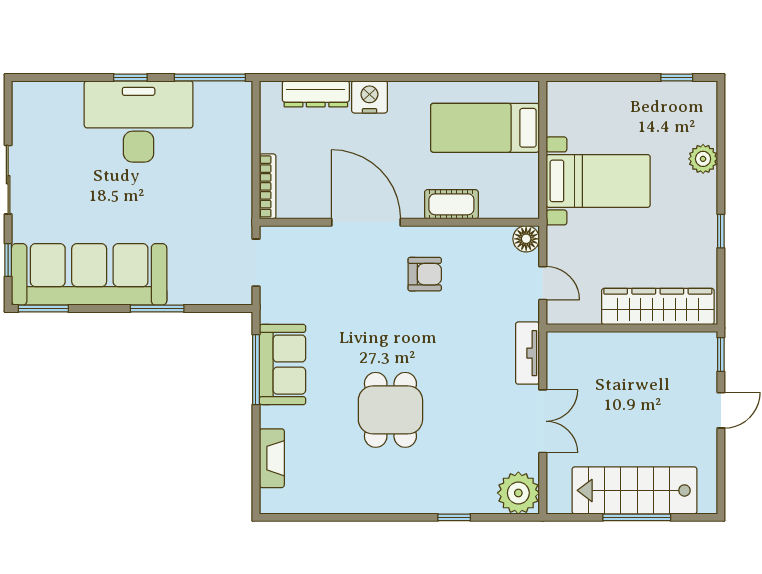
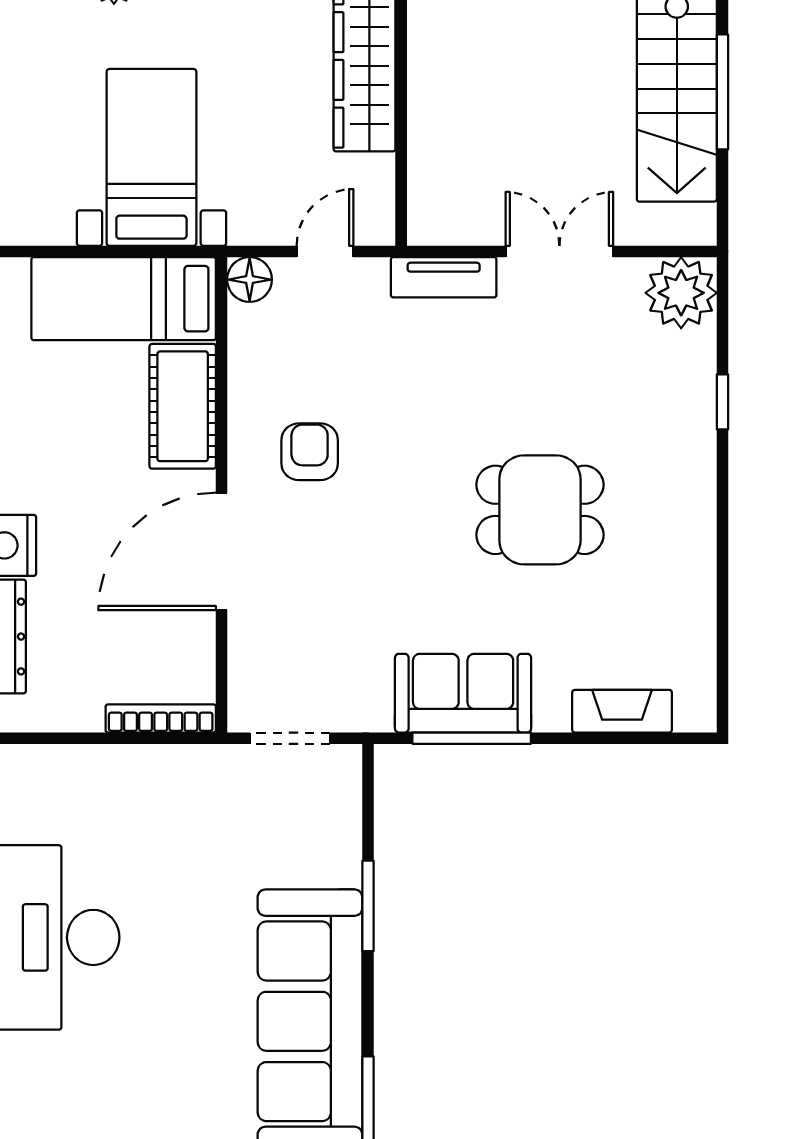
bed: (485, 128) -> (124, 299), moved, turned 90
cot: (451, 204) -> (183, 406), width x1.37, depth x1.34

